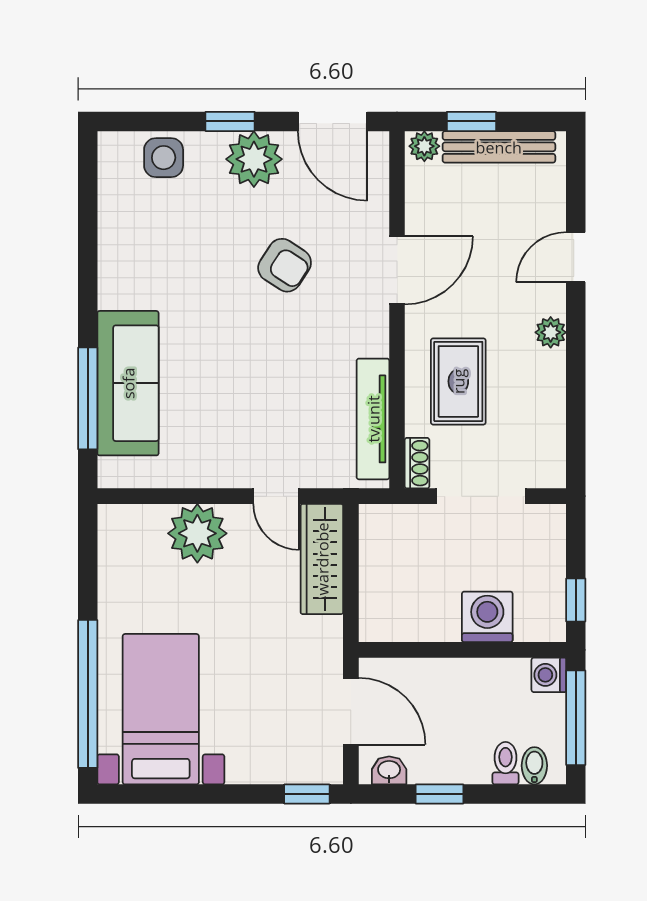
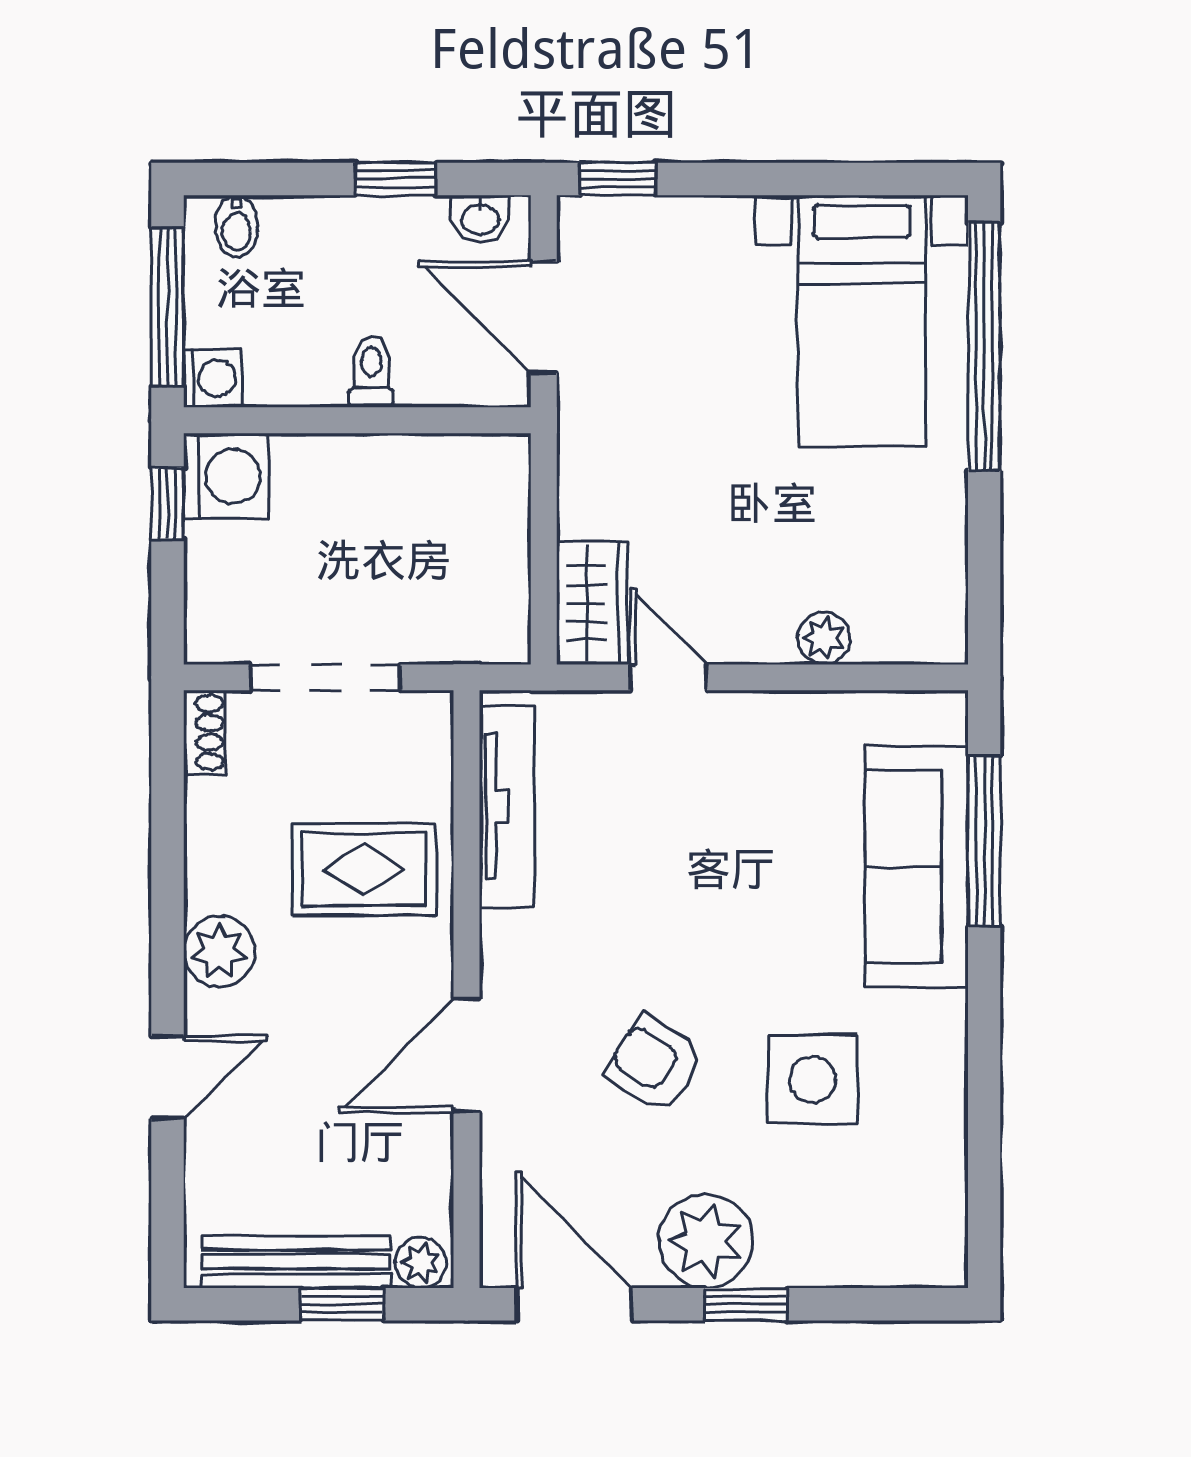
side table: (164, 158) -> (813, 1080), moved, width x1.37, depth x1.37
plant: (551, 332) -> (219, 952), width x1.38, depth x1.38
rug: (458, 381) -> (364, 869), turned 90
shoe rack: (417, 463) -> (204, 733), moved, turned 180
plant: (197, 533) -> (824, 638), width x0.53, depth x0.53
wardrobe: (322, 559) -> (592, 603), width x0.67
washing machine: (487, 617) -> (226, 476), moved, turned -90
toilet: (506, 763) -> (371, 372), moved, turned 180

